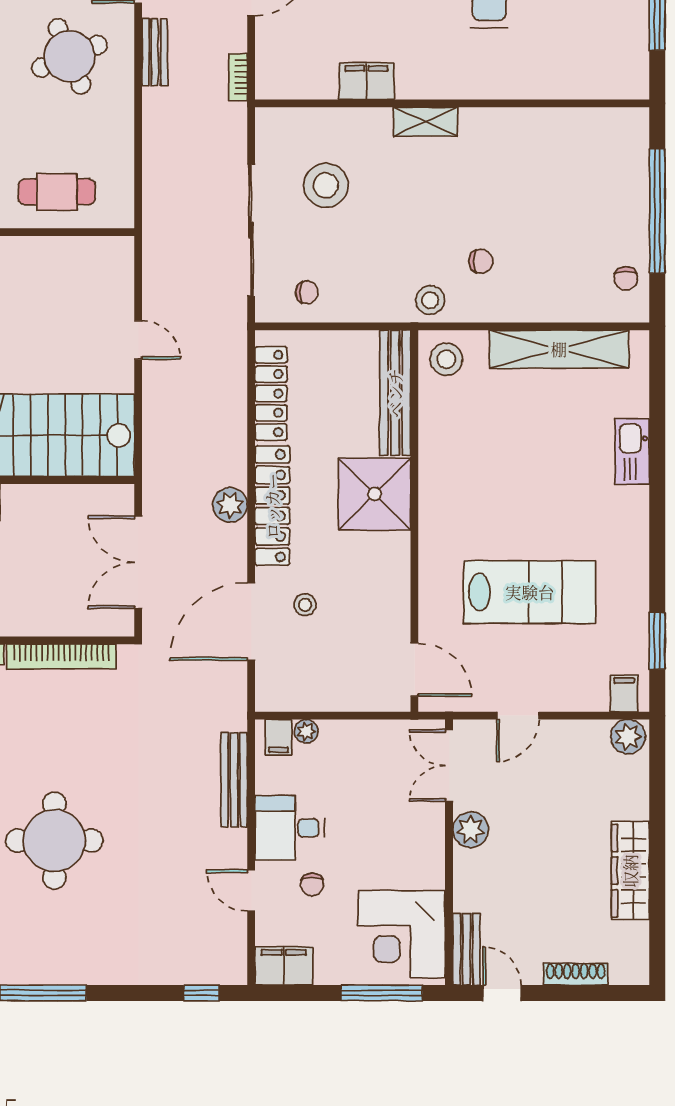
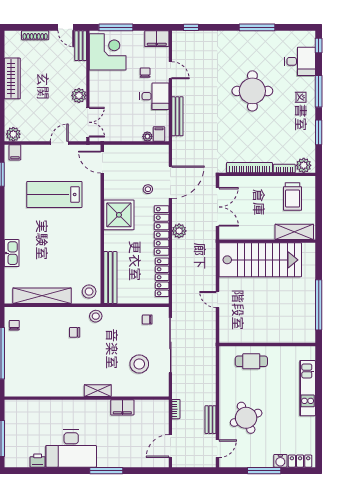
shower: (375, 494) -> (119, 215), moved

